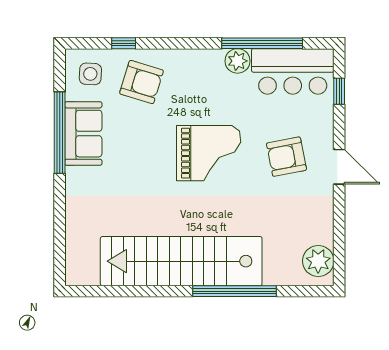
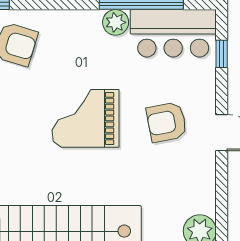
grand piano: (209, 153) -> (85, 118), turned 180

